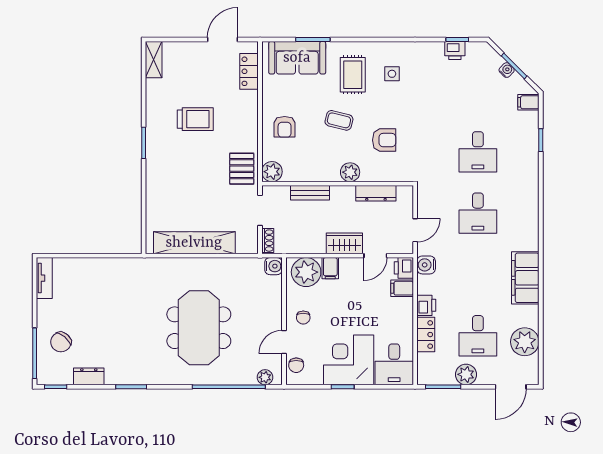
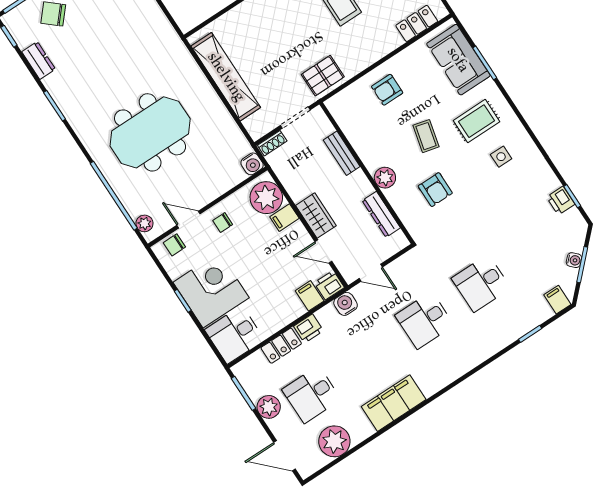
plant: (272, 172) -> (338, 105), removed

